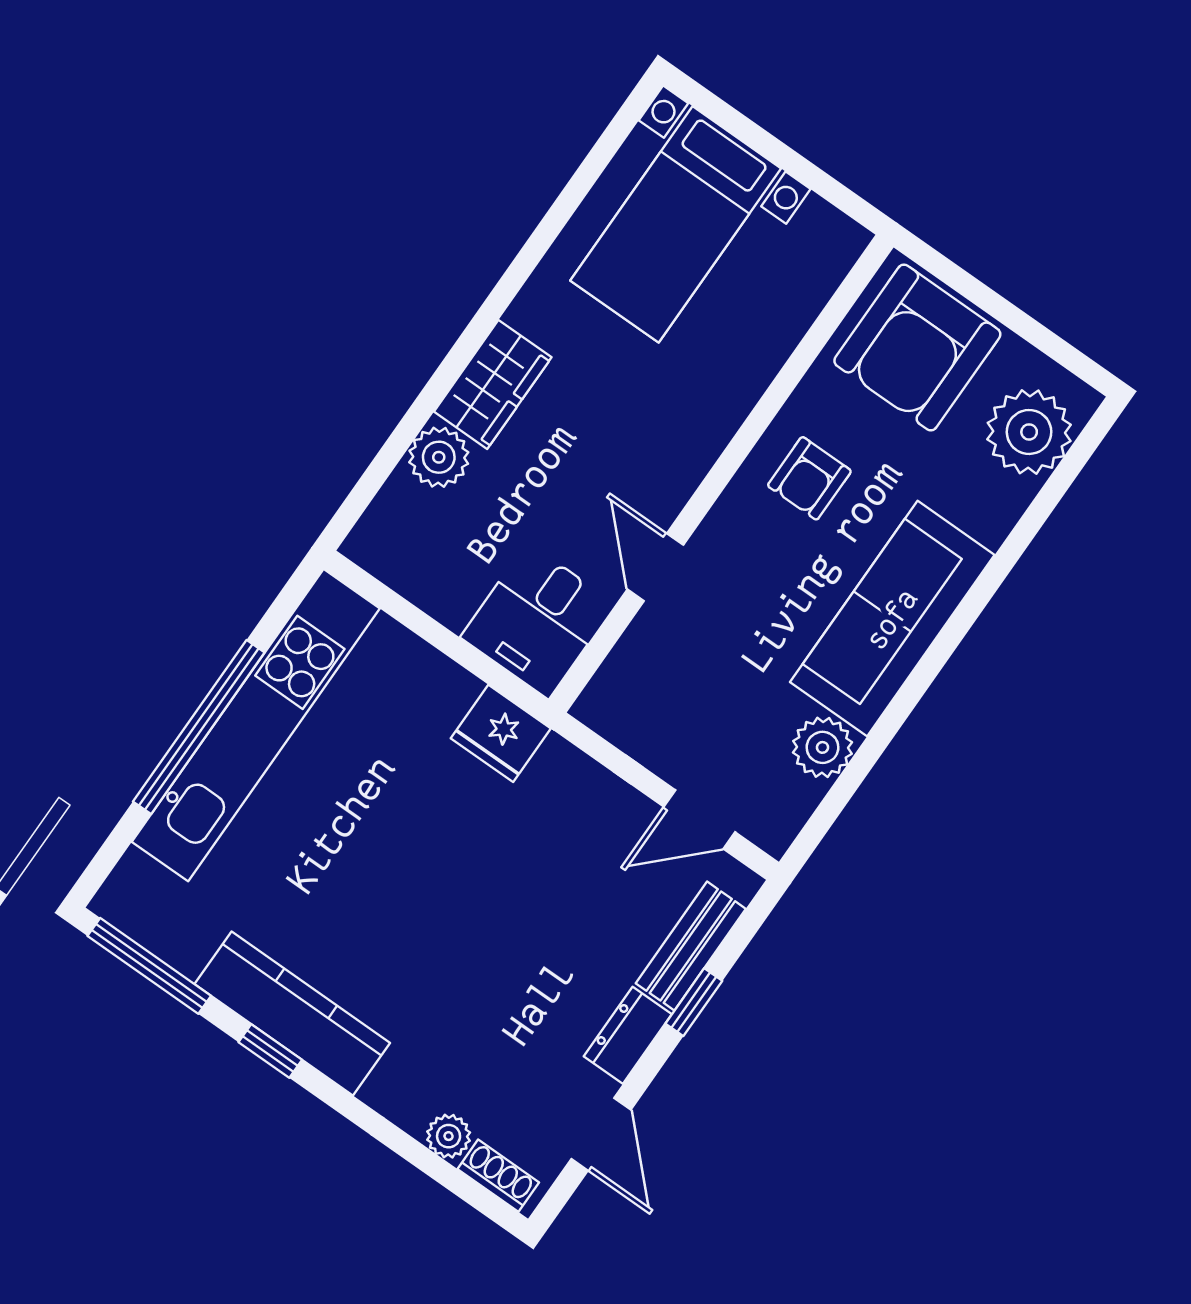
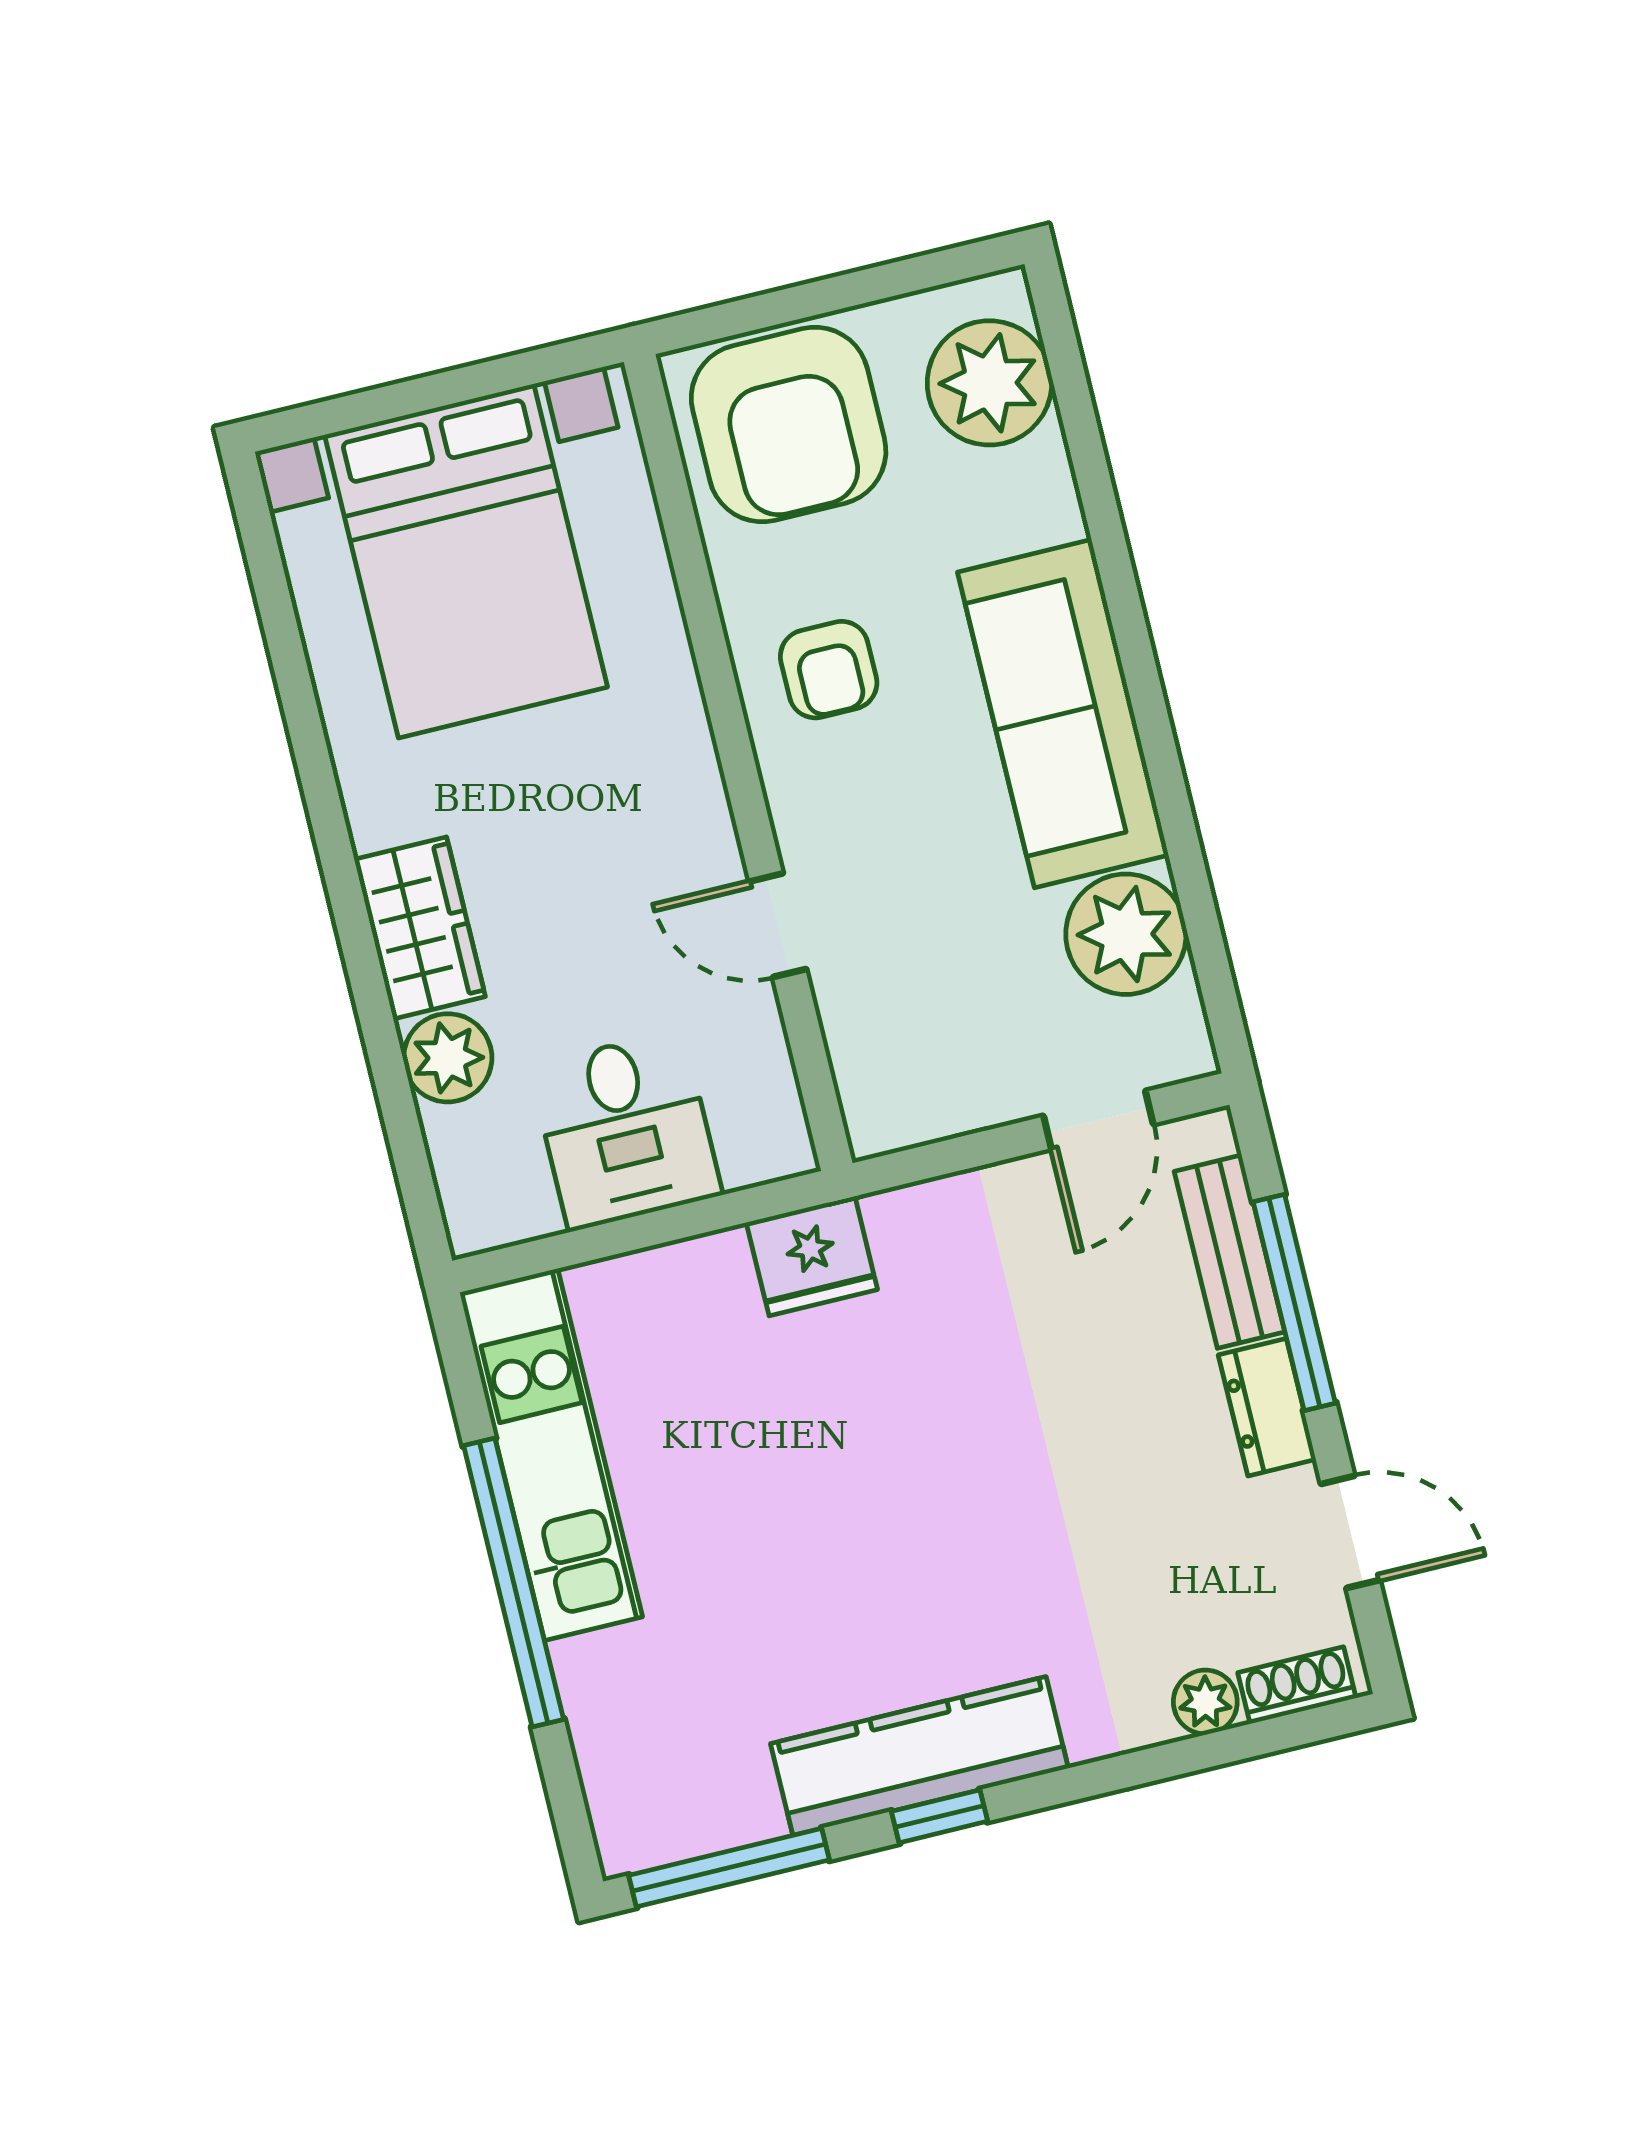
bed with nightstands: (676, 224) -> (466, 561), width x1.36
desk: (538, 621) -> (626, 1130), moved
kitchen unit: (256, 725) -> (551, 1455), width x0.73
plant: (823, 747) -> (1126, 934), width x1.36, depth x1.36
window: (694, 1002) -> (1294, 1303), width x2.17

